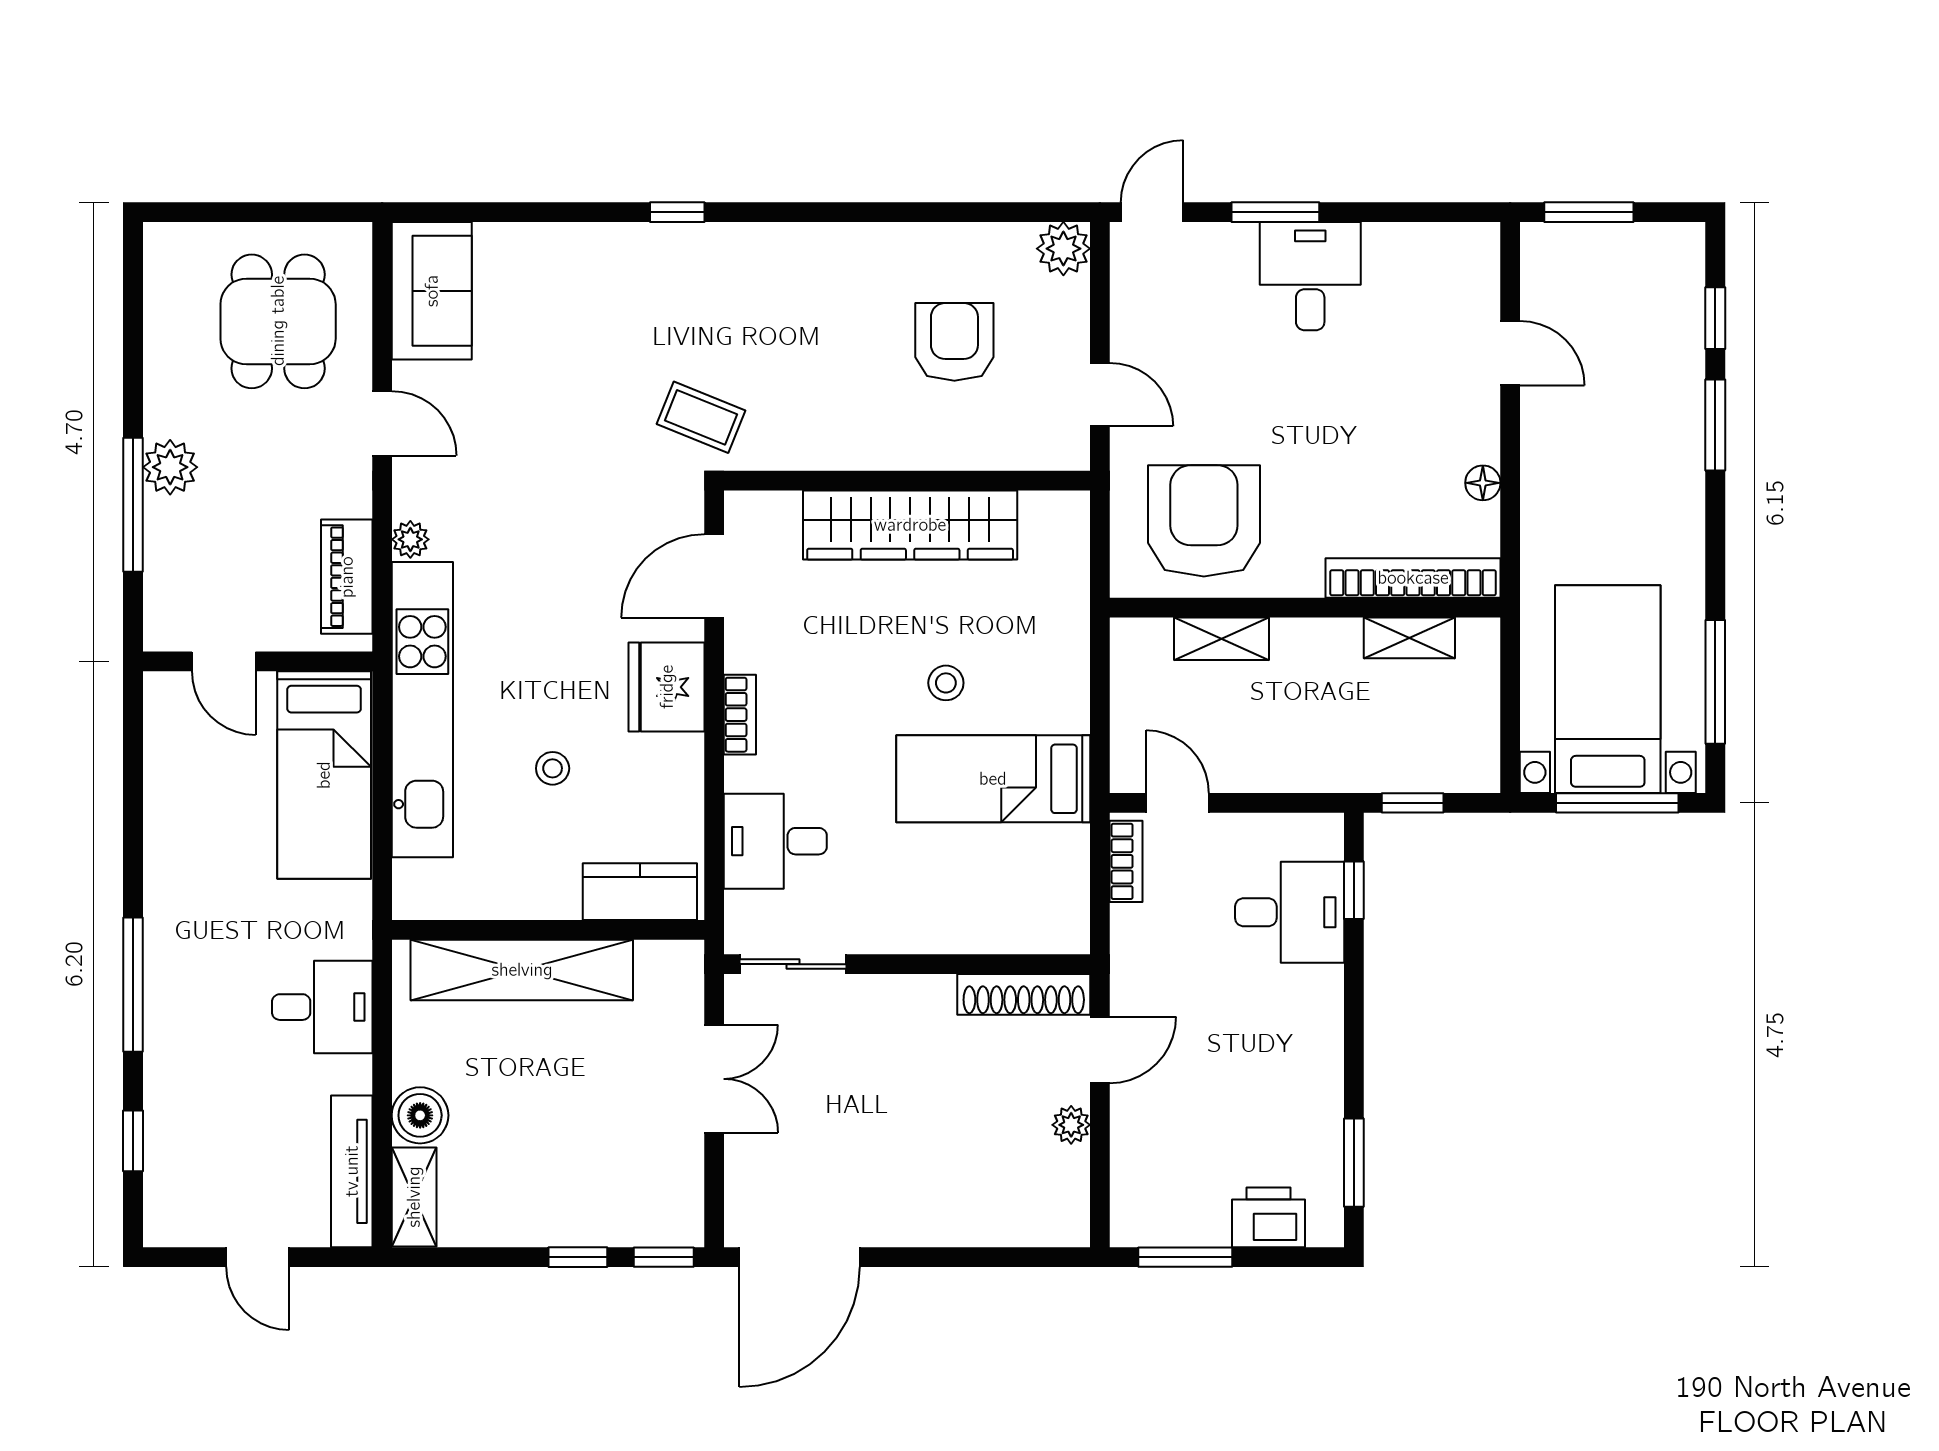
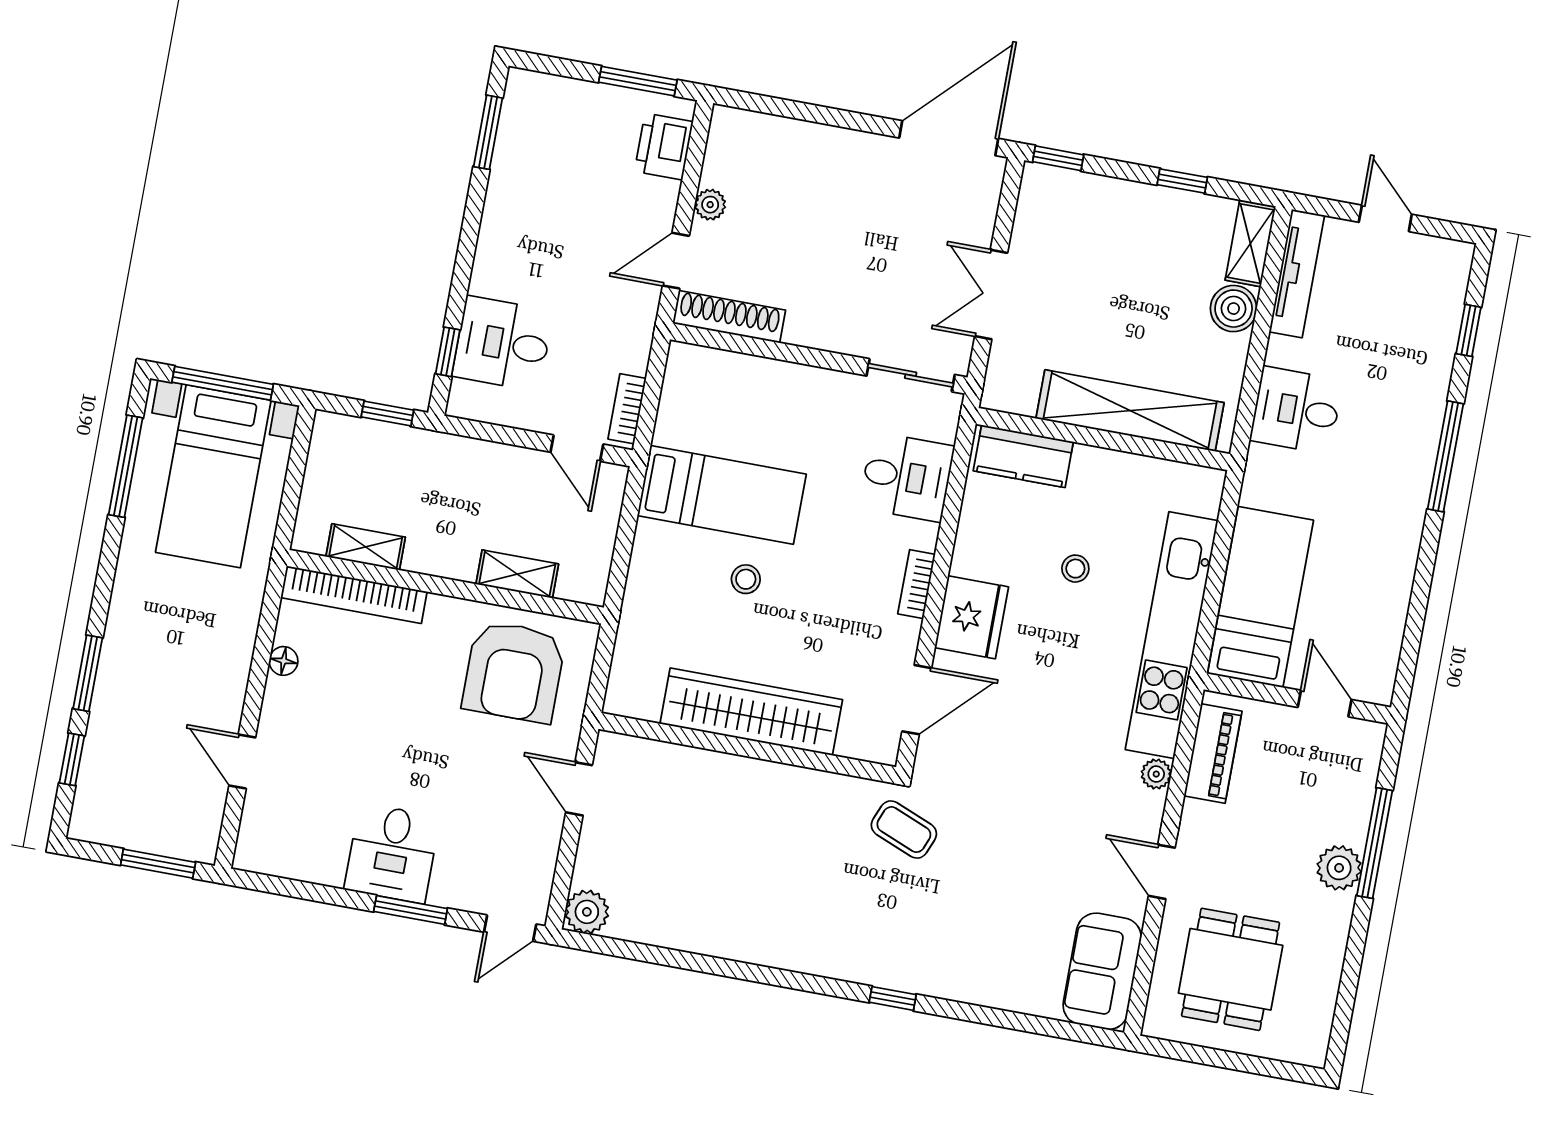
armchair: (954, 342) -> (688, 853), removed
printer: (1268, 1217) -> (664, 146), moved, turned 90
window: (578, 1257) -> (1182, 181), moved

